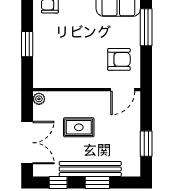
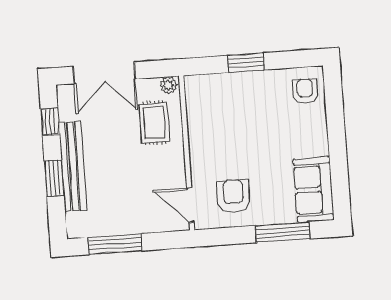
armchair: (119, 59) -> (233, 196), turned 180
rug: (79, 127) -> (154, 123), moved
window: (146, 144) -> (115, 244), width x1.44

